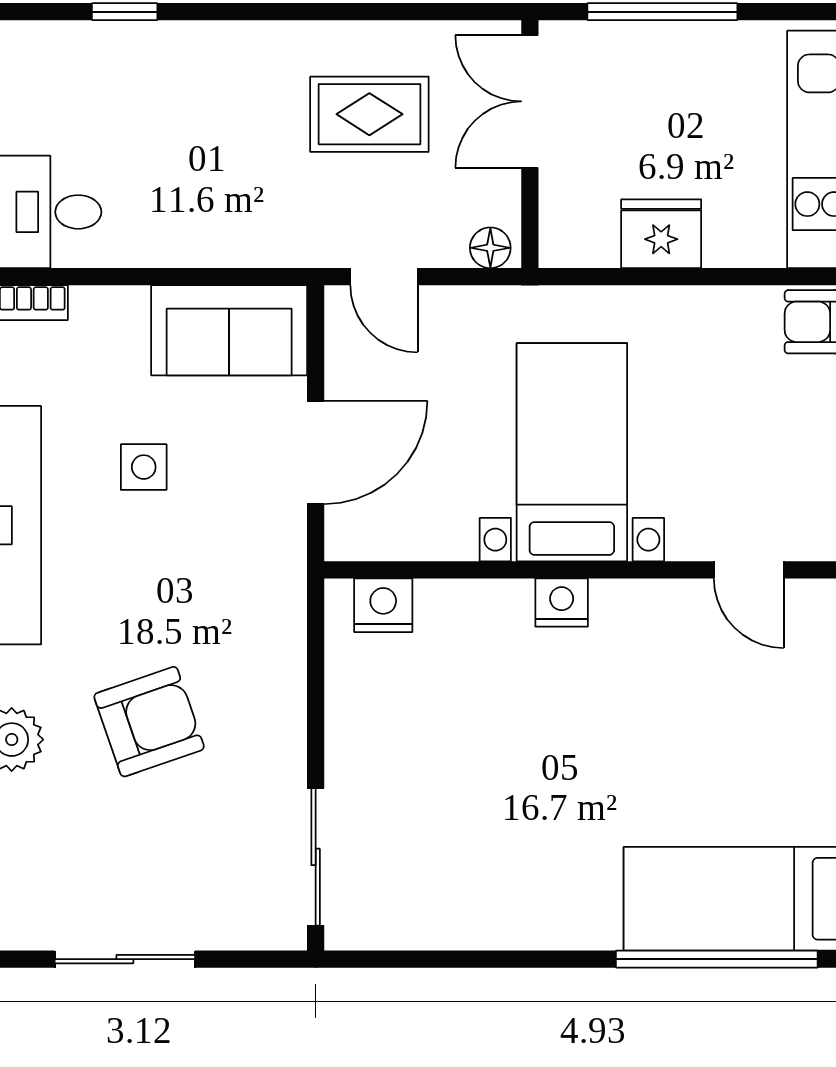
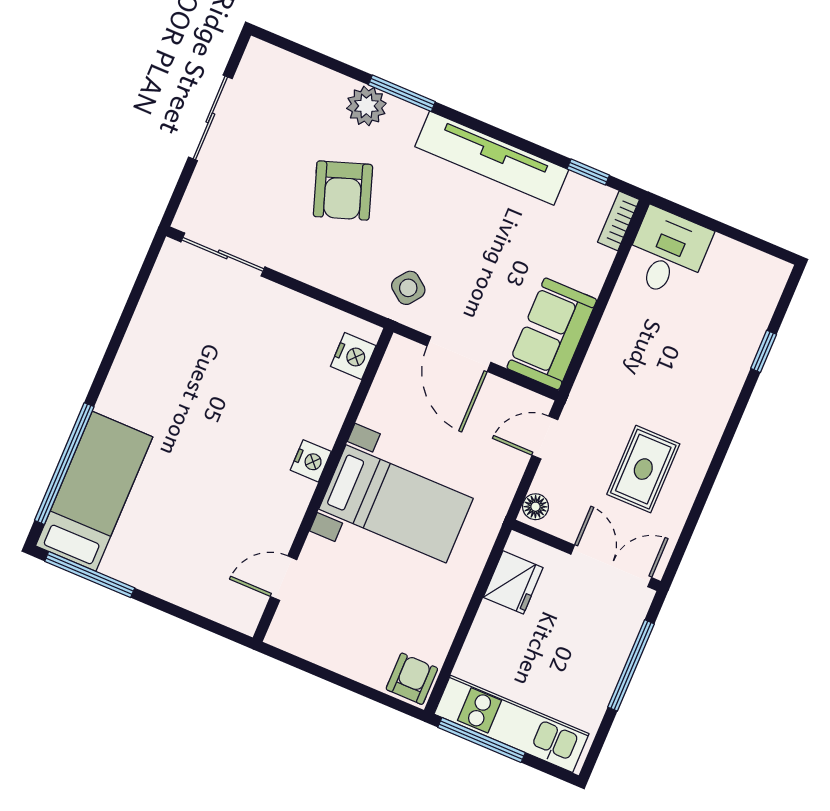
fridge: (661, 234) -> (513, 582), moved
side table: (144, 467) -> (408, 288), moved, turned 37

